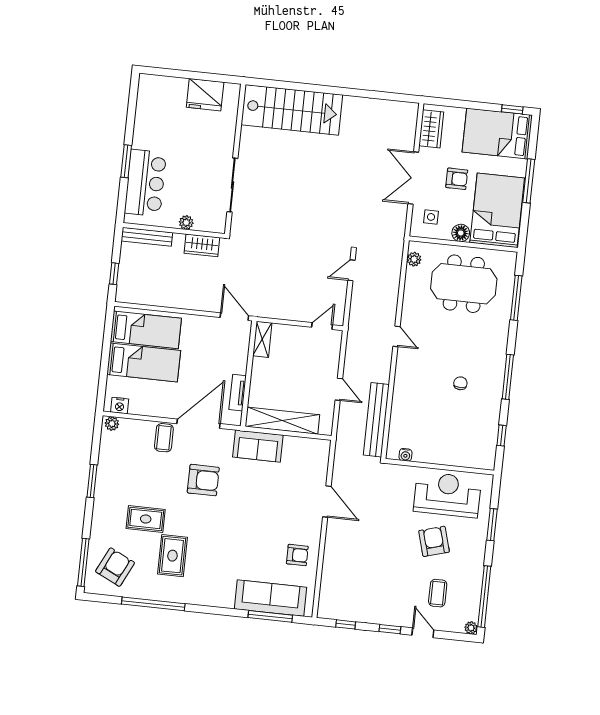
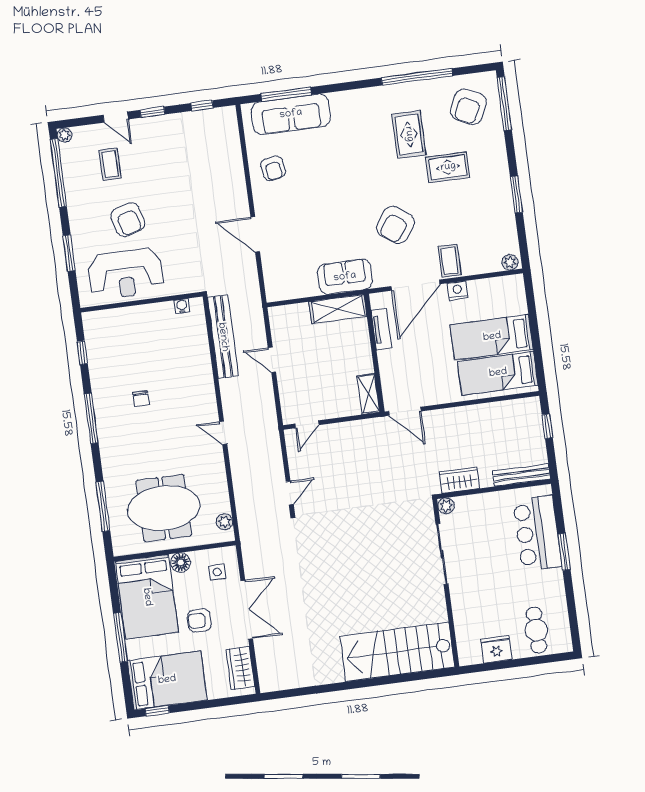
fridge: (205, 95) -> (496, 649), width x0.73, depth x0.75
cafe table: (167, 99) -> (536, 630), added
plant: (186, 223) -> (446, 506), moved
nightstand: (120, 405) -> (457, 291), moved
shelving: (282, 421) -> (338, 309), width x0.68
armchair: (203, 480) -> (395, 225), turned -54
armchair: (297, 555) -> (273, 168), turned -98

